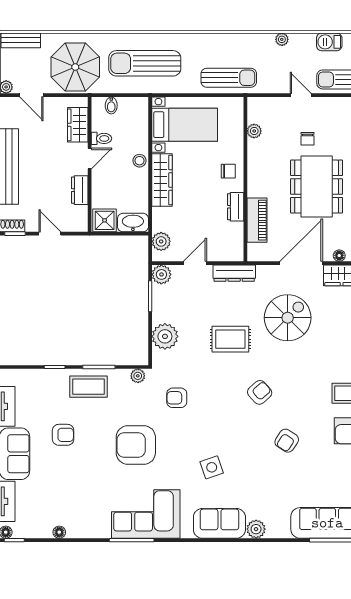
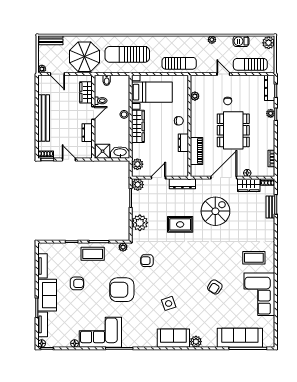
armchair: (260, 392) -> (198, 257), removed
corner sofa: (146, 514) -> (100, 332), moved

